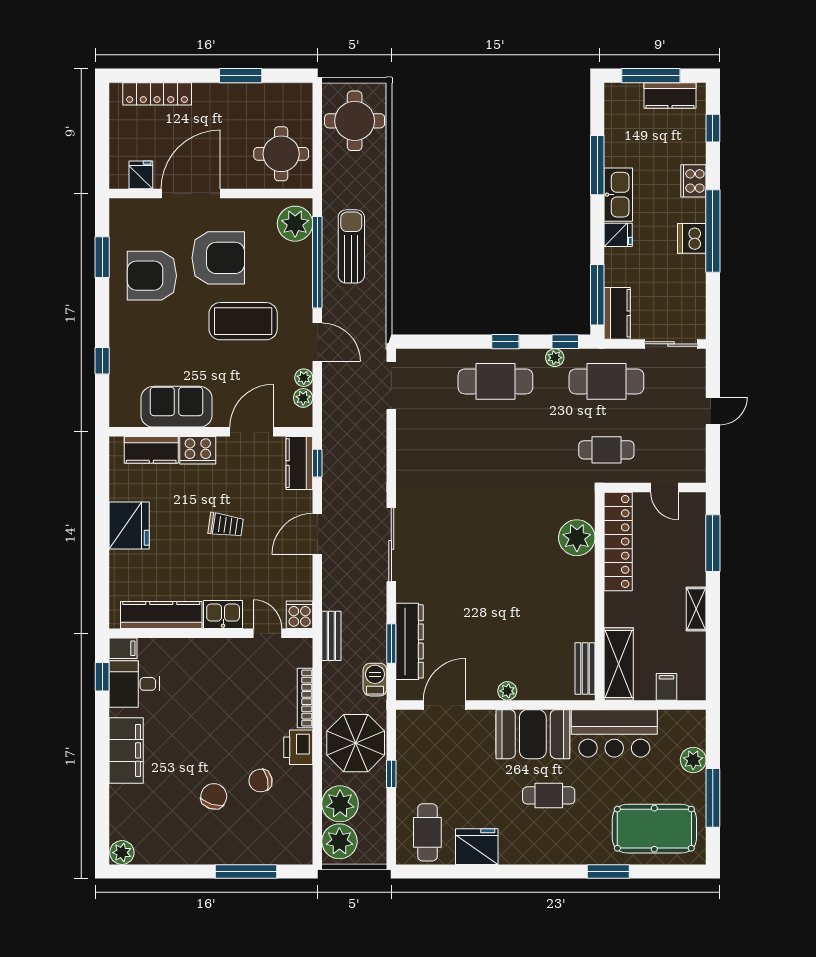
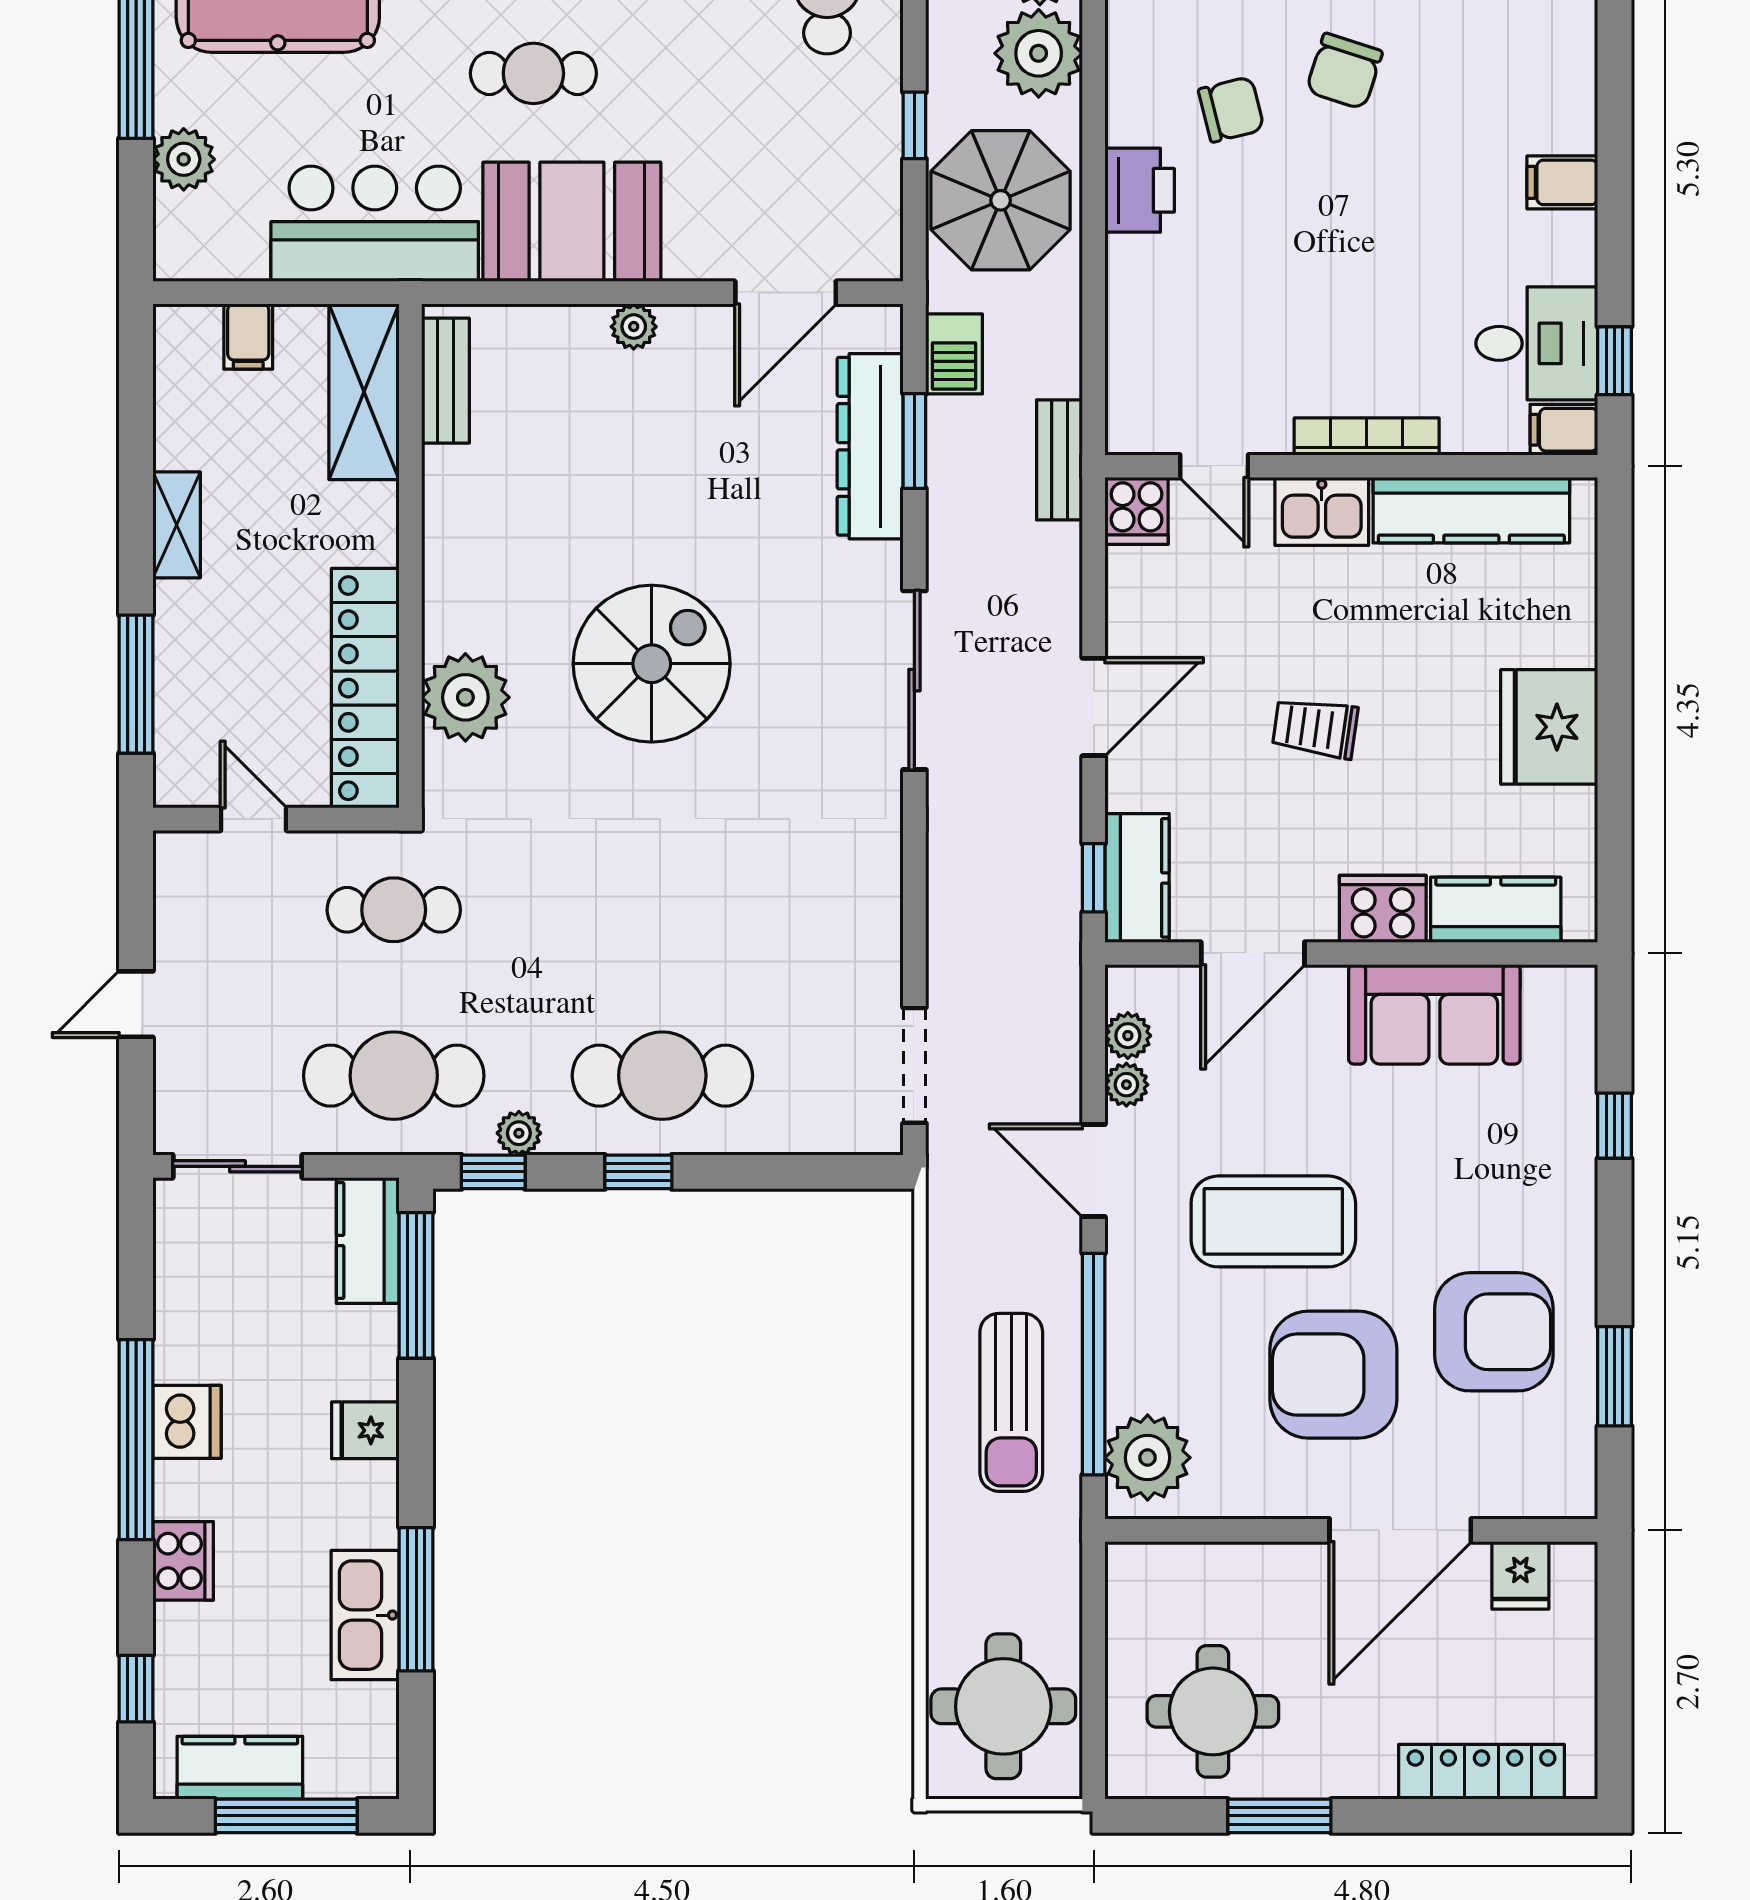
round table: (281, 154) -> (1213, 1711), moved
kitchen sink: (618, 195) -> (365, 1615), moved
spiral stairs: (500, 552) -> (652, 664), added
bookcase: (305, 698) -> (1367, 437), moved, turned -90
filing cabinet: (126, 750) -> (1562, 182), width x0.33, depth x0.86

